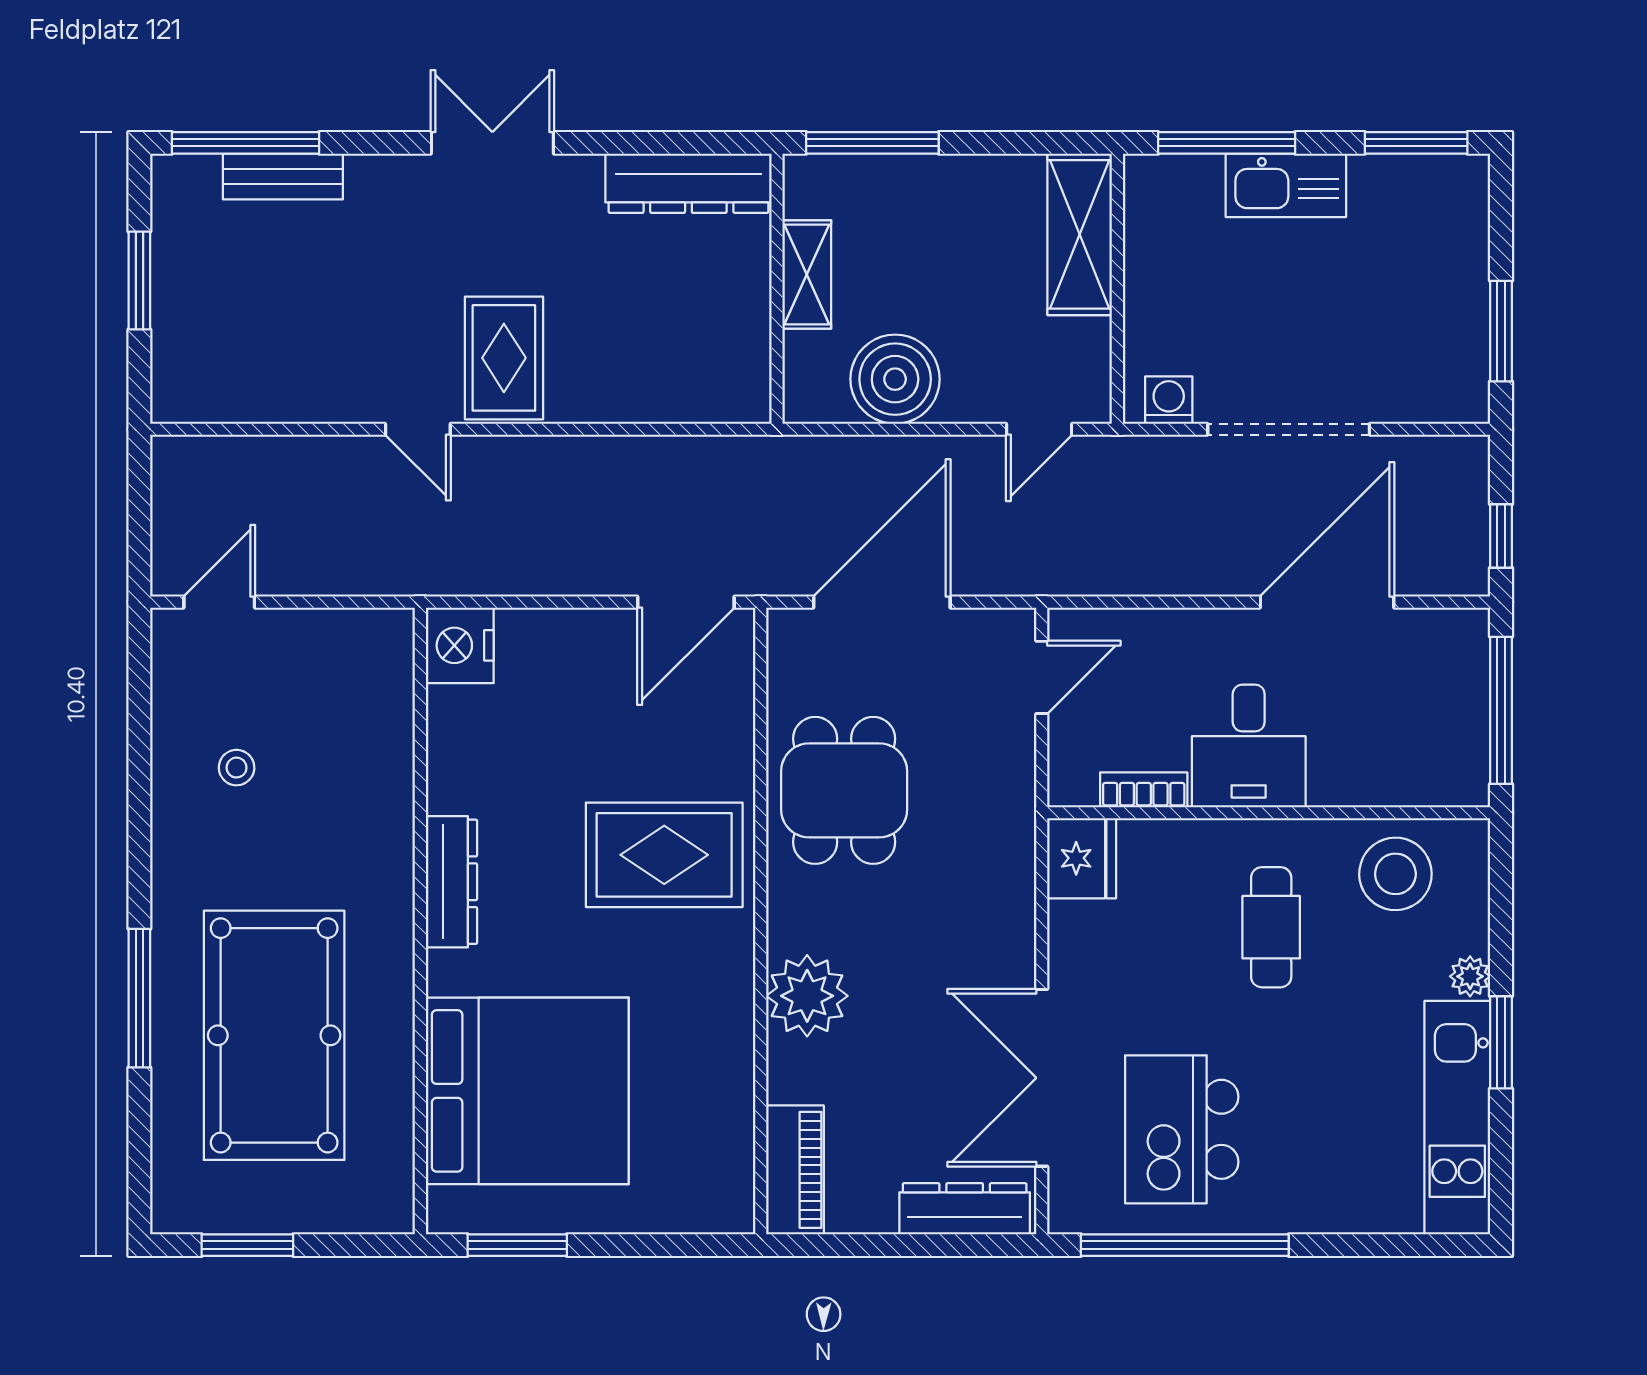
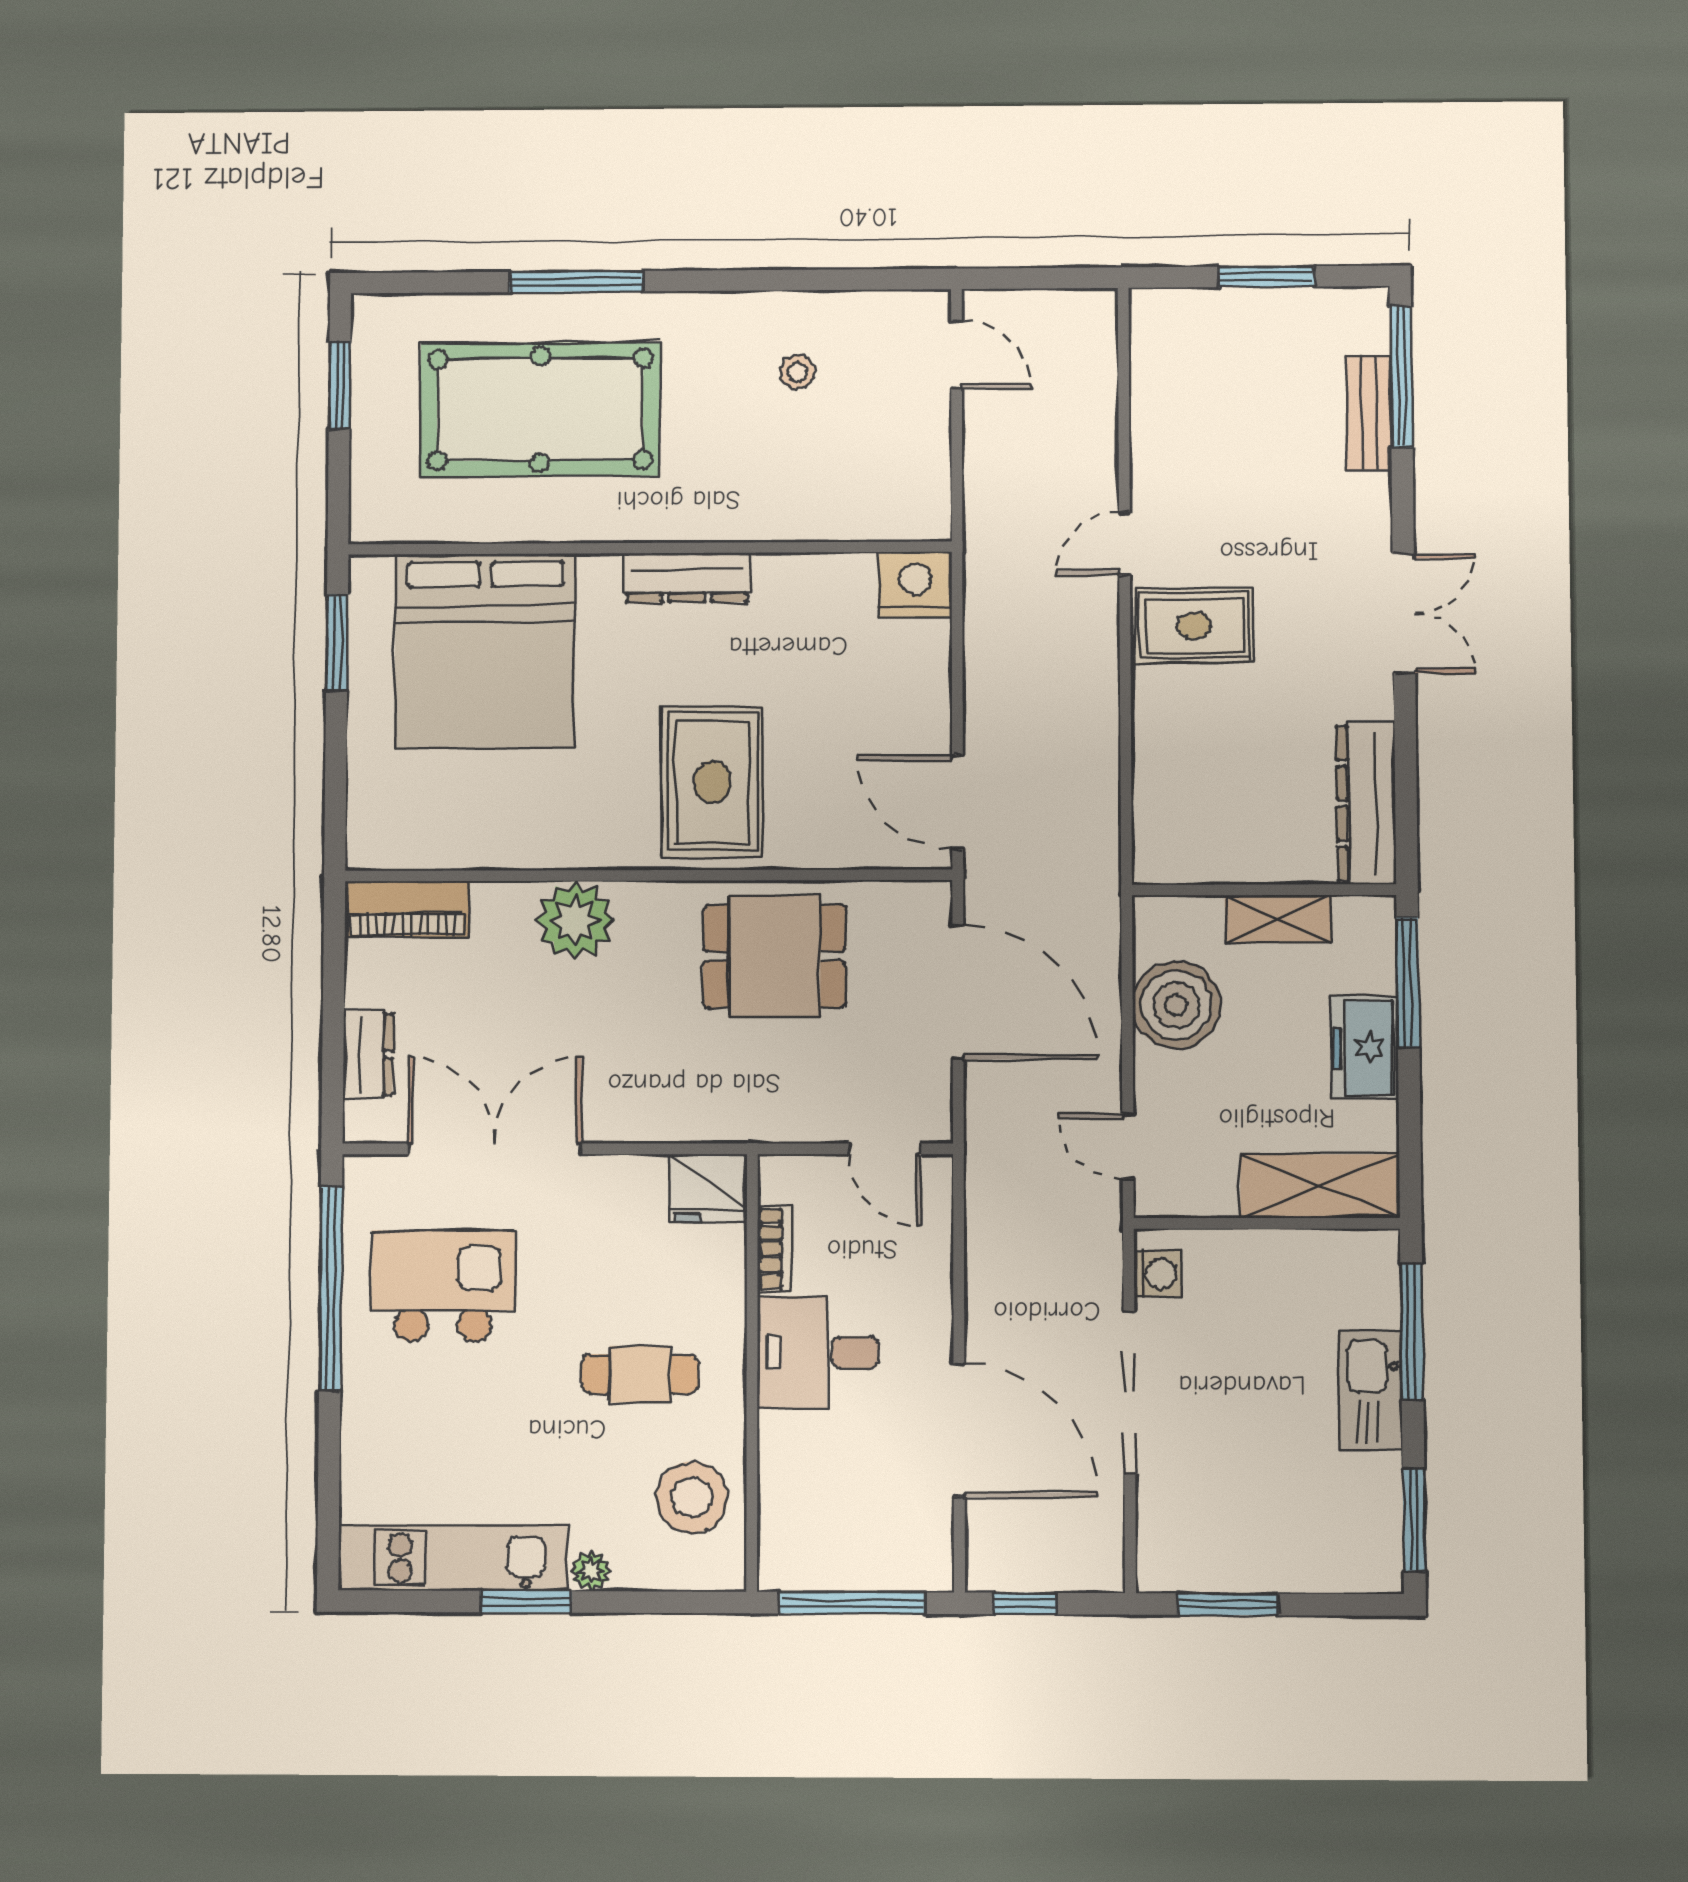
freezer: (939, 188) -> (1364, 1048), added
dresser: (965, 1209) -> (368, 1054), width x0.70

